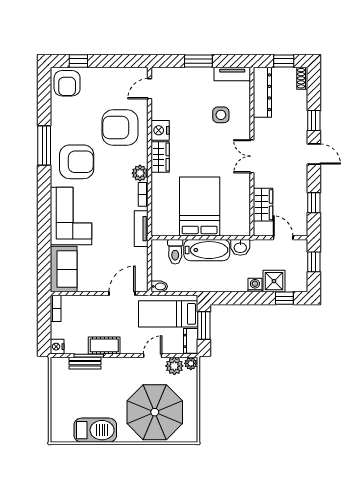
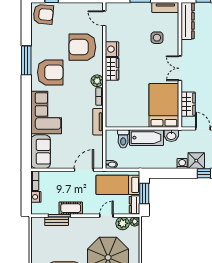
armchair: (67, 83) -> (43, 14), turned -85
door: (150, 89) -> (104, 18), hinge flipped
bed: (200, 206) -> (164, 105), moved
nightstand: (57, 347) -> (36, 197), moved

